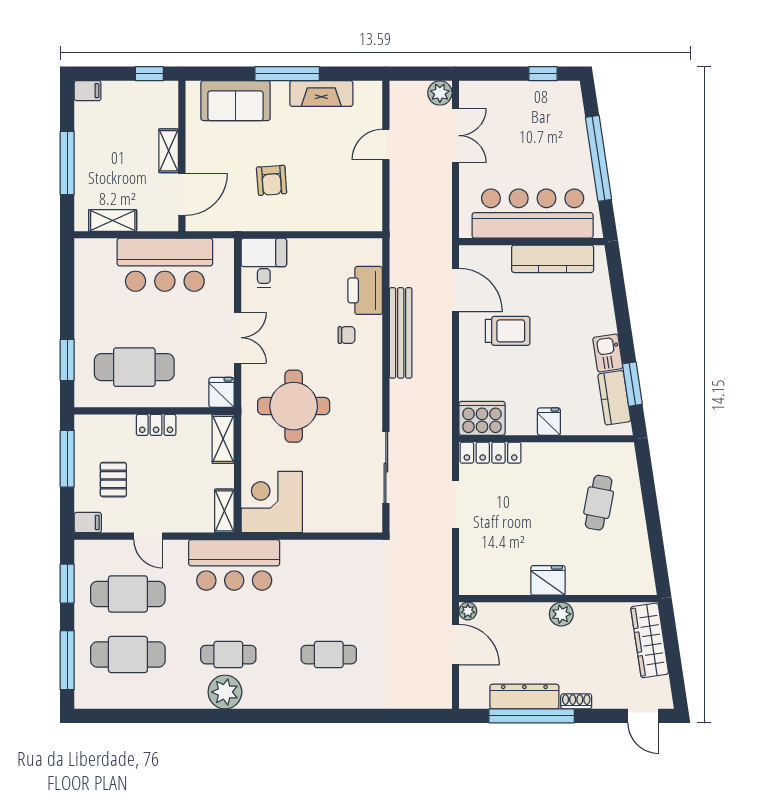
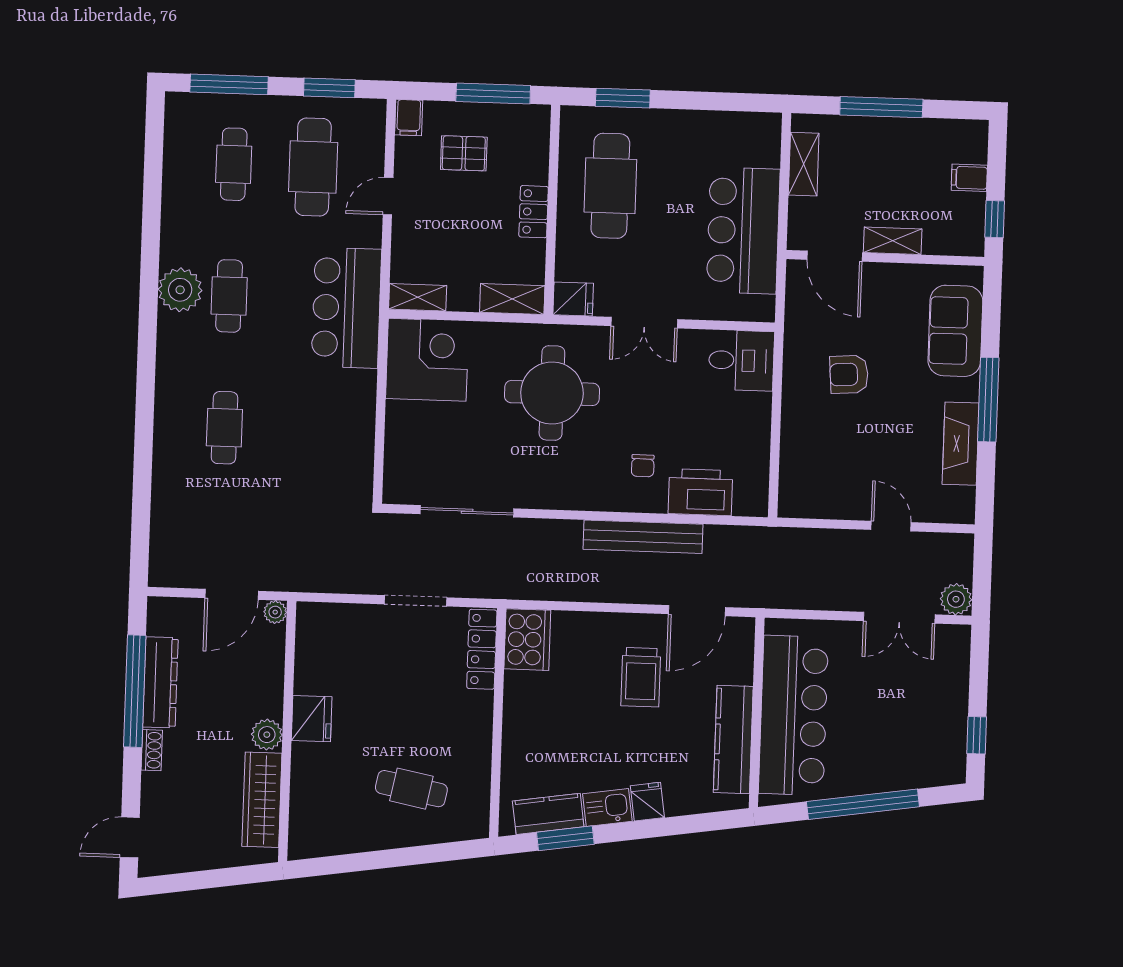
filing cabinet: (88, 91) -> (969, 178), moved, turned 90
fridge: (549, 422) -> (647, 802), moved, turned -99
wardrobe: (650, 640) -> (262, 800), moved, turned -81
cafe table: (128, 655) -> (234, 164), width x0.73, depth x0.74

